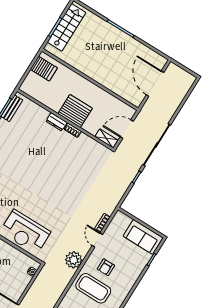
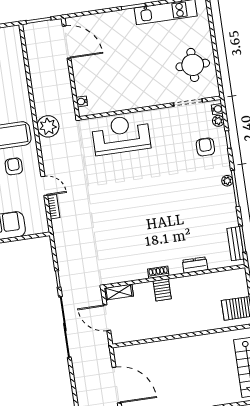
server rack: (75, 111) -> (162, 290), width x0.46, depth x0.70
dresser: (57, 122) -> (195, 265), moved
door: (127, 129) -> (107, 318), swing flipped
plant: (74, 260) -> (48, 126), moved

